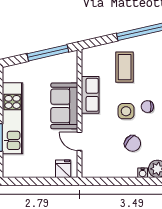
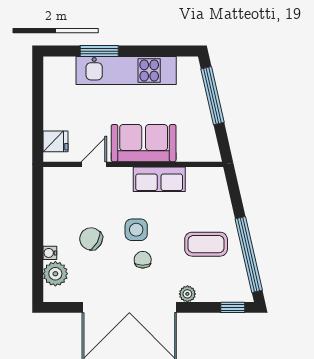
window: (48, 53) -> (213, 96), moved
coffee table: (125, 67) -> (206, 244), moved
chair: (133, 143) -> (91, 239), turned 80

